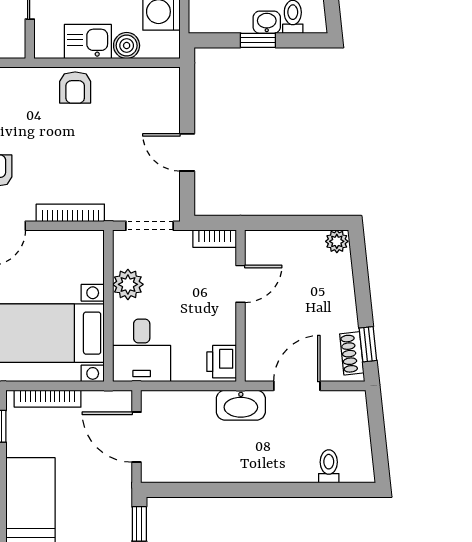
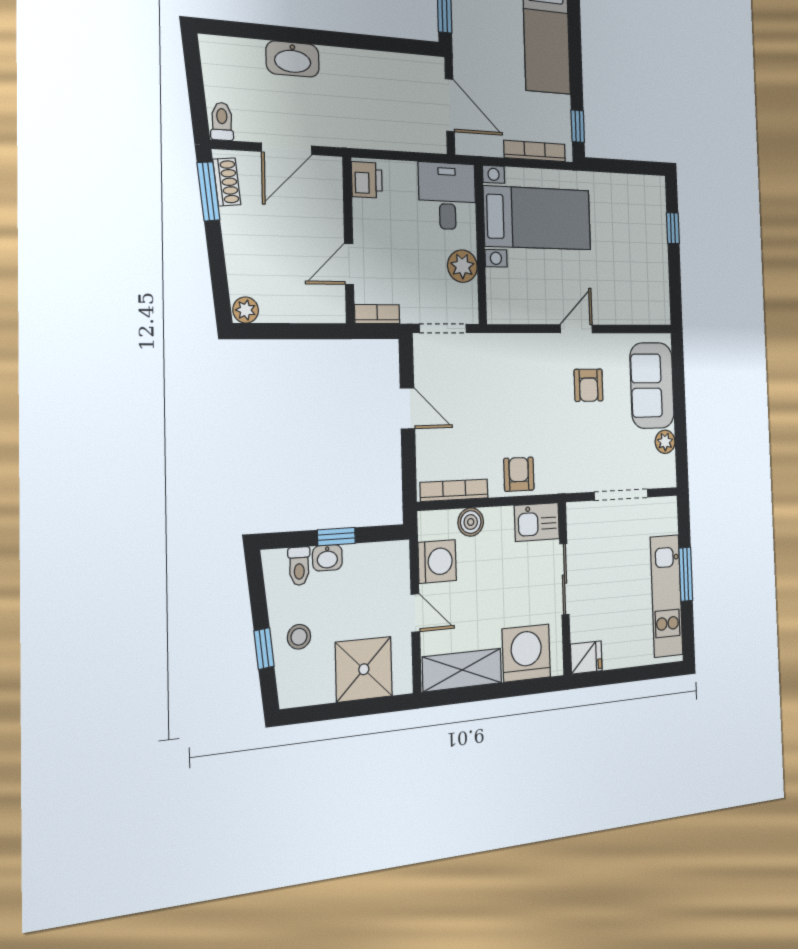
kitchen sink: (88, 41) -> (537, 522), moved
bookcase: (70, 213) -> (454, 490), moved, turned 180
window: (368, 344) -> (208, 191), width x1.50
washbasin: (241, 405) -> (293, 59), moved, turned 180
toilet: (329, 466) -> (222, 121), moved, turned 180

